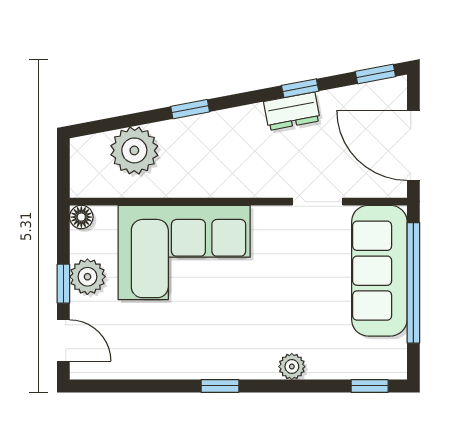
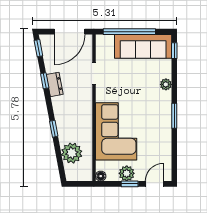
sofa: (379, 271) -> (143, 46), moved
window: (220, 386) -> (174, 116), width x1.50

